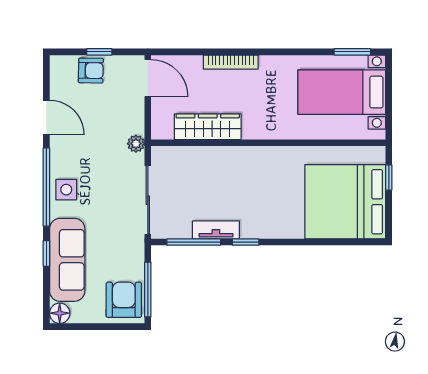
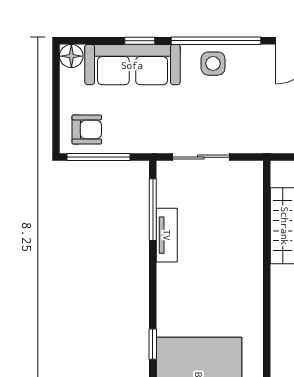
plant: (136, 144) -> (266, 143), removed
sliding door: (148, 200) -> (201, 157), width x0.73
window: (246, 242) -> (153, 344), moved
armchair: (124, 300) -> (87, 129), width x0.72, depth x0.72

